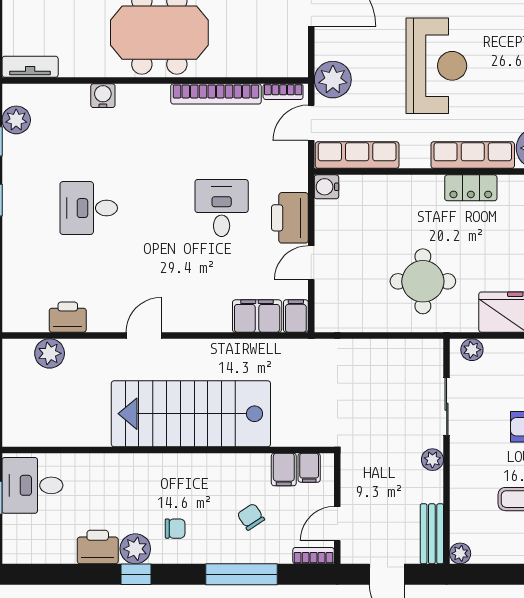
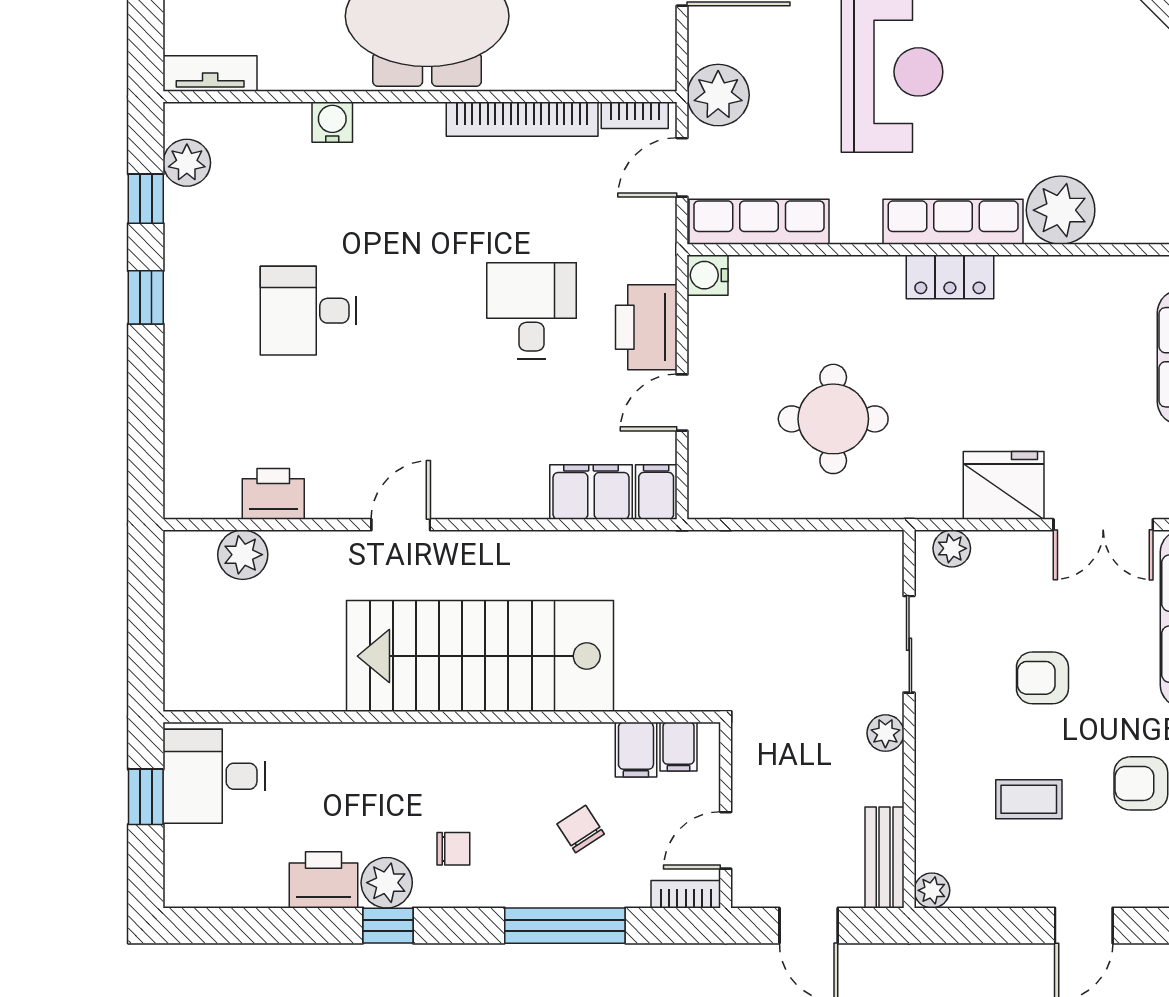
round table: (423, 281) -> (833, 419), moved

